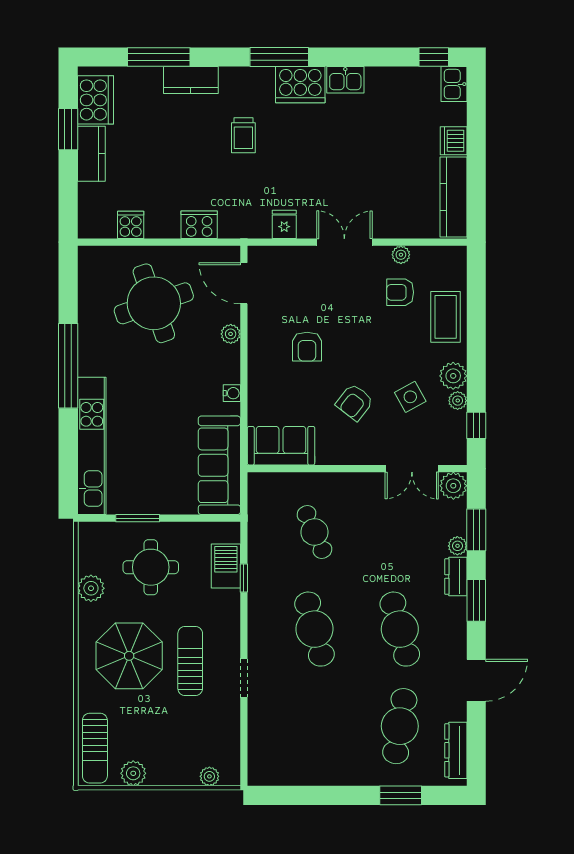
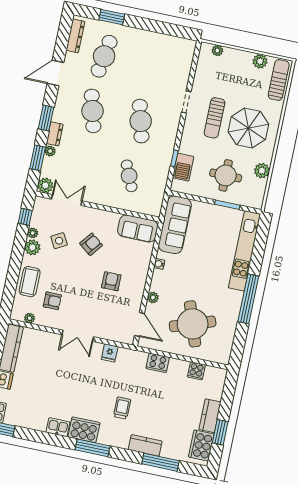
plant: (401, 255) -> (30, 318), moved

